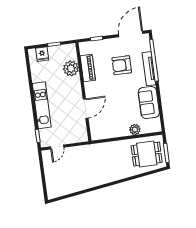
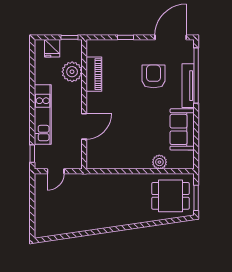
armchair: (122, 65) -> (154, 76), turned 90
plant: (71, 68) -> (72, 72), moved
piano: (88, 68) -> (94, 74), moved
wall: (83, 92) -> (84, 104), moved
door: (86, 109) -> (84, 126), moved

